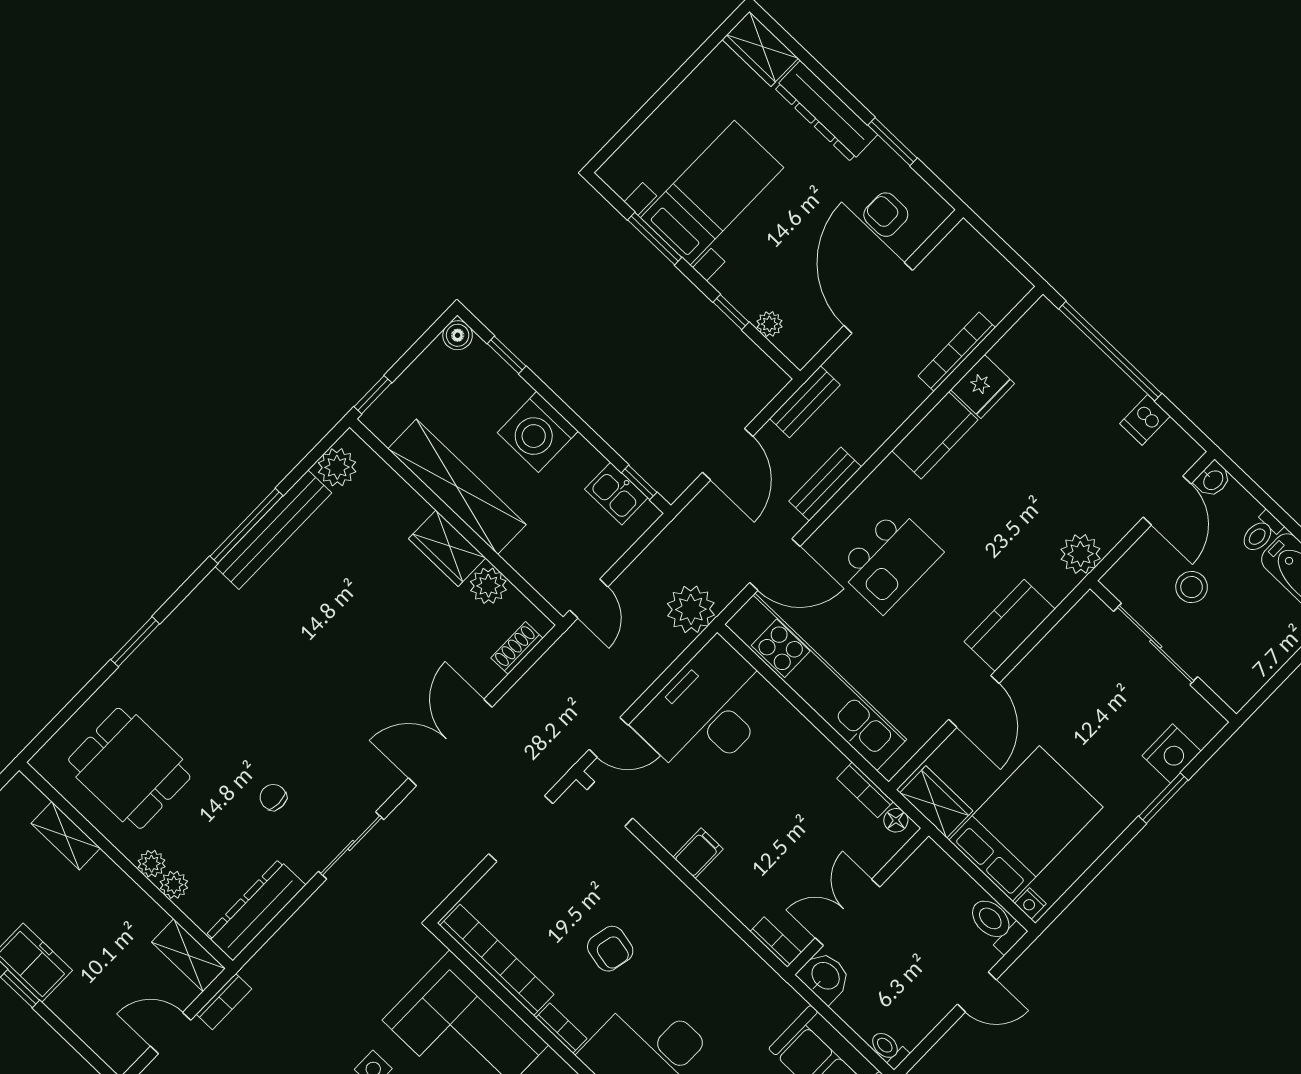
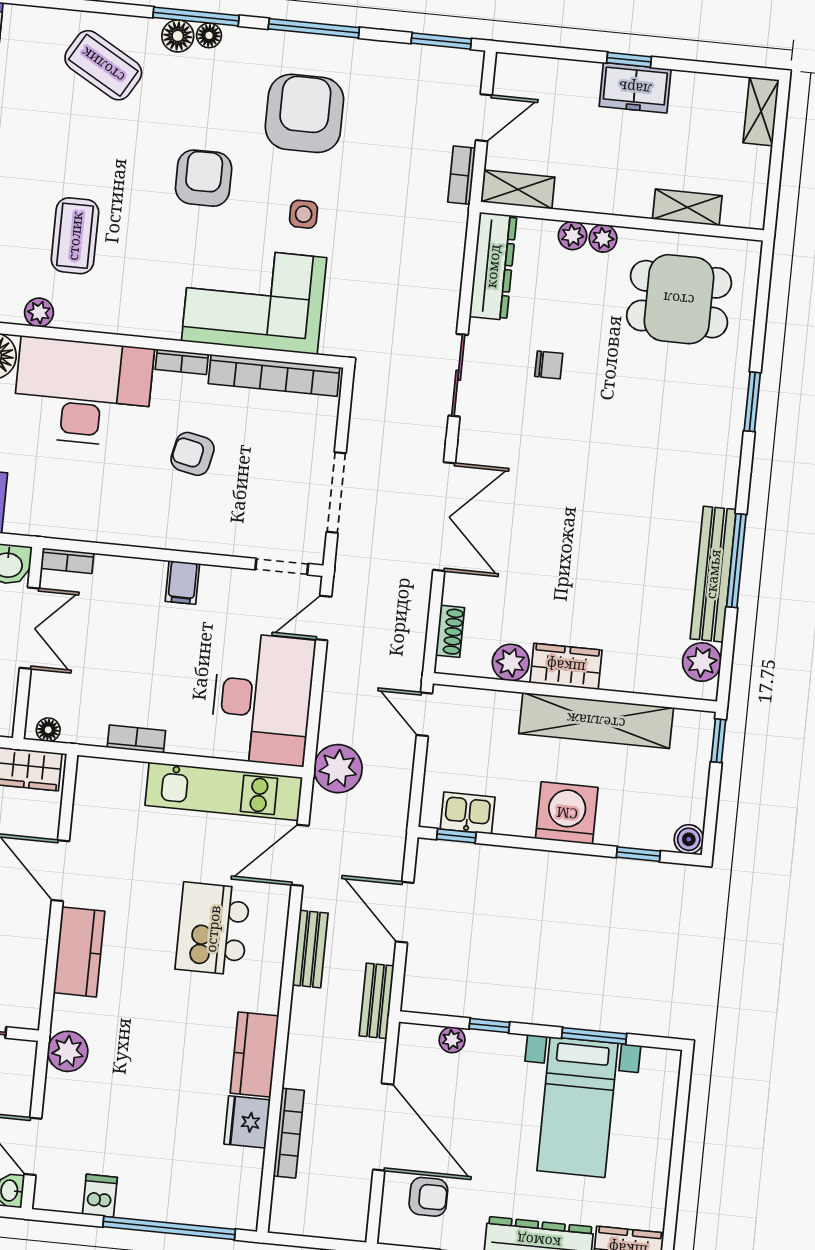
kitchen unit: (816, 682) -> (224, 791), width x0.73
bookcase: (865, 790) -> (136, 739), moved

